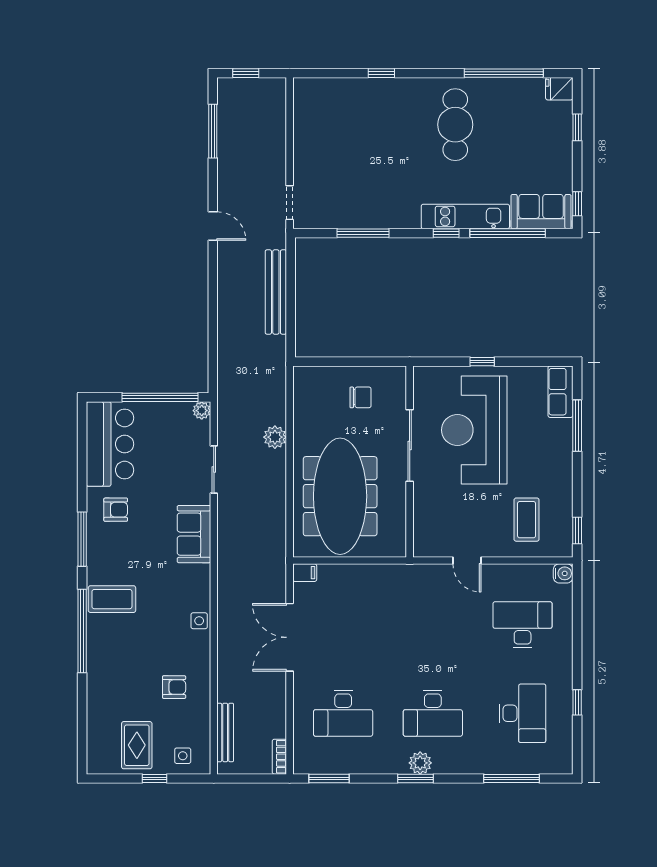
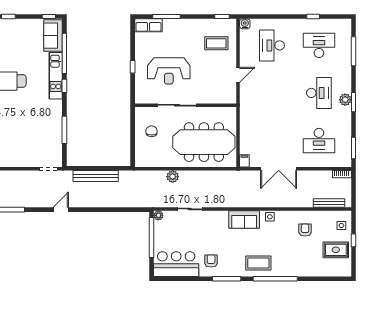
reception desk: (474, 430) -> (169, 71), width x0.74, depth x0.77
sofa: (194, 534) -> (244, 220), moved
coffee table: (112, 599) -> (258, 263), turned 90
desk: (343, 713) -> (319, 140), turned 90

